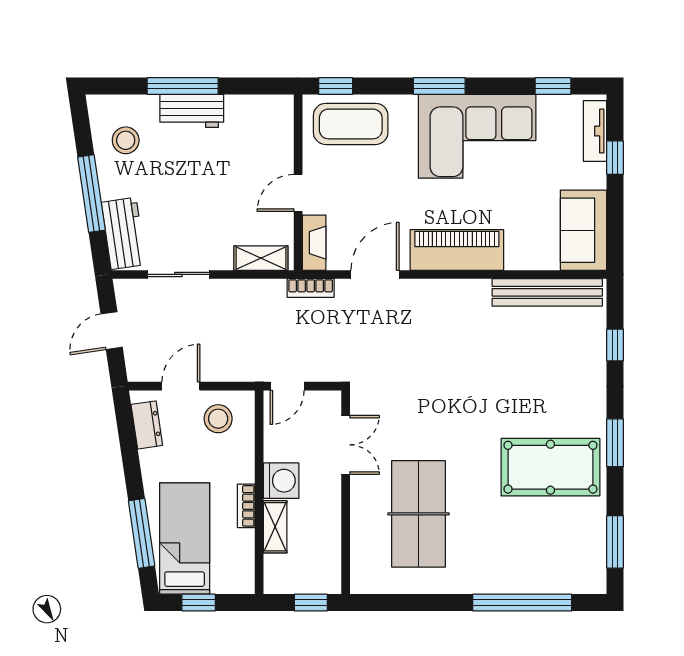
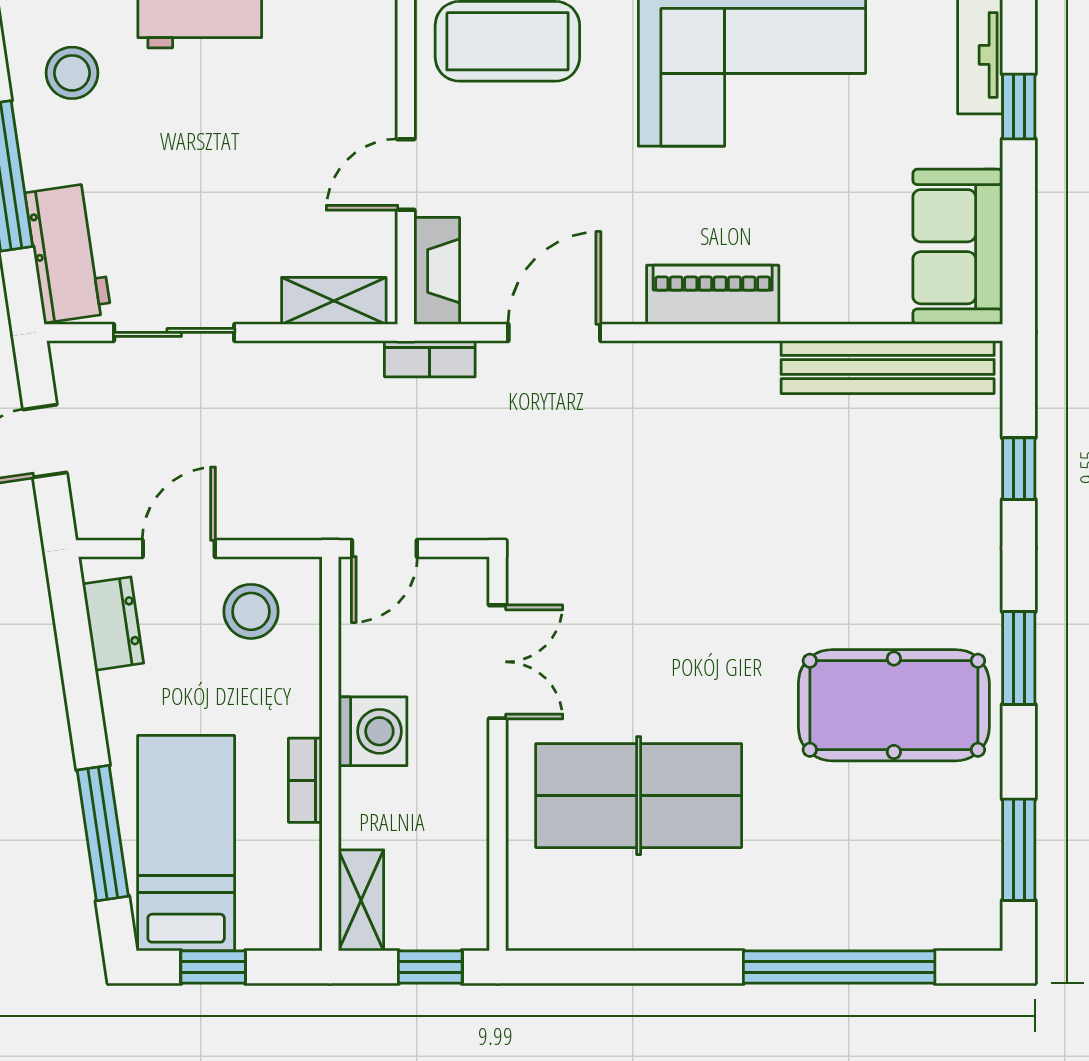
piano: (457, 250) -> (713, 295), width x0.73, depth x0.75
table tennis table: (419, 514) -> (639, 796), turned 90
shelving: (275, 527) -> (361, 900), moved

